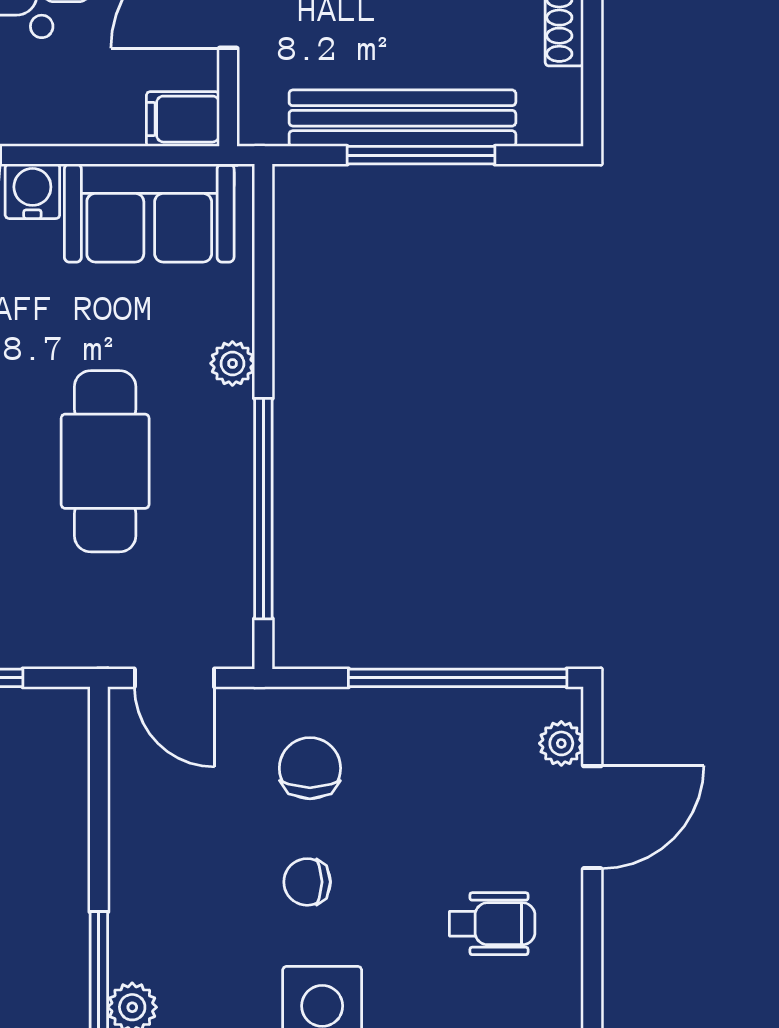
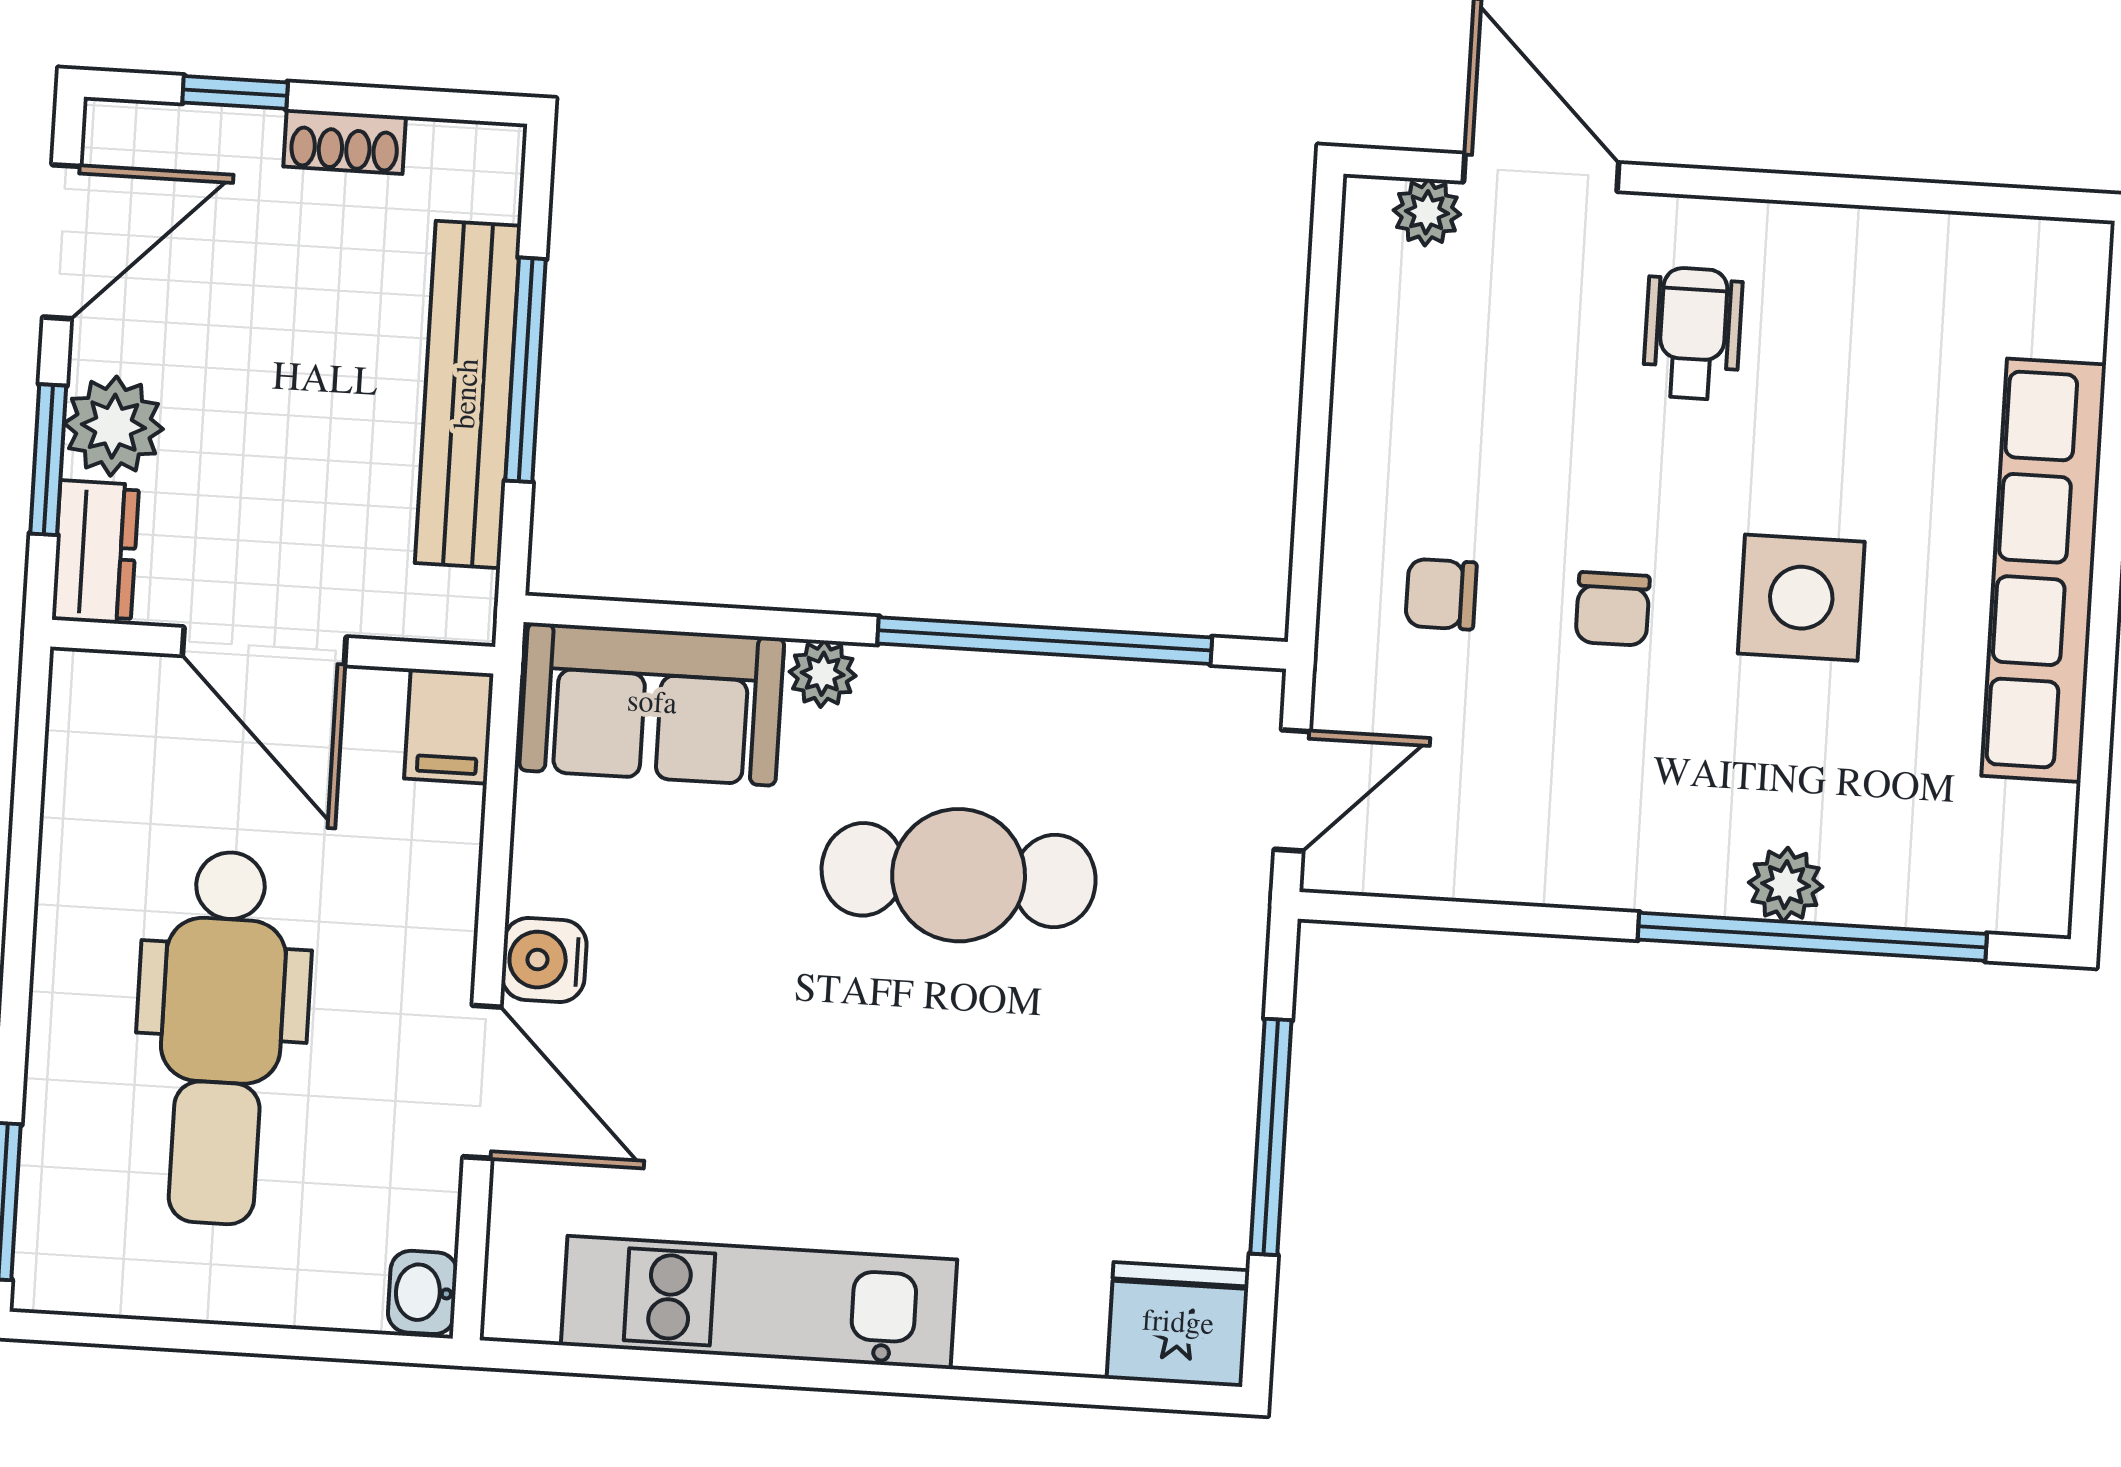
sofa: (149, 213) -> (652, 704), moved, turned 90
window: (458, 678) -> (1318, 363), removed
chair: (310, 768) -> (1441, 594), width x0.73, depth x0.73

